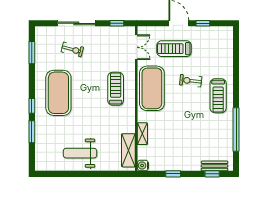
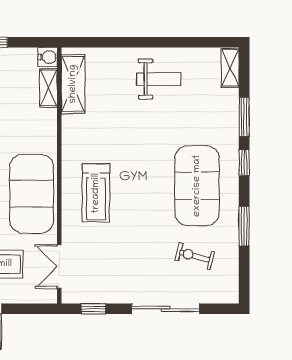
exercise bike: (72, 50) -> (195, 256), moved
window: (32, 53) -> (244, 226), moved
shelving: (142, 134) -> (48, 88), moved
weight bench: (80, 153) -> (159, 79), width x0.73, depth x0.75
shelving: (40, 159) -> (230, 68), added

